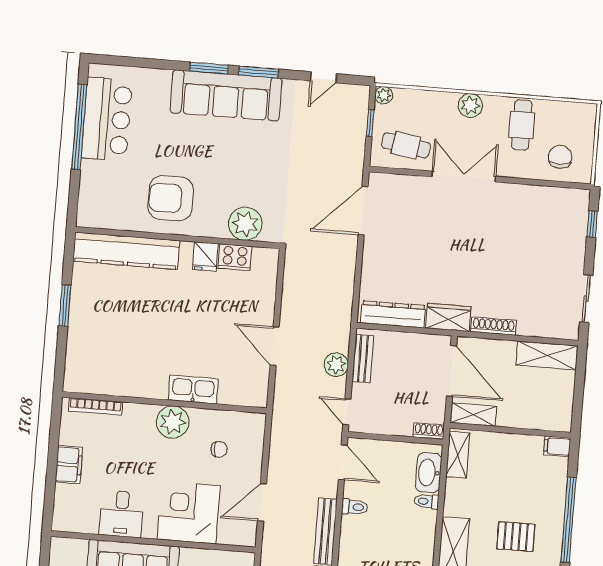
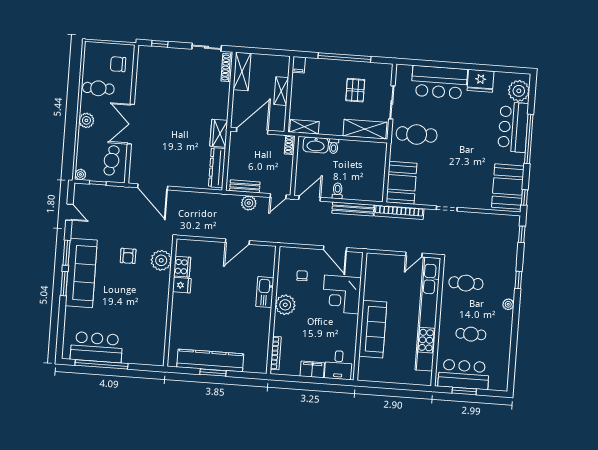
armchair: (171, 198) -> (128, 256), moved, width x0.53, depth x0.53
kitchen counter: (126, 251) -> (210, 360), moved, turned -90
shoe rack: (494, 326) -> (227, 68), moved
shelving: (473, 415) -> (281, 91), moved
desk: (122, 514) -> (338, 365), moved, turned 90

